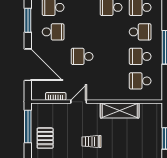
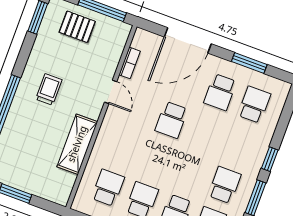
school desk: (82, 56) -> (171, 120), turned 180

